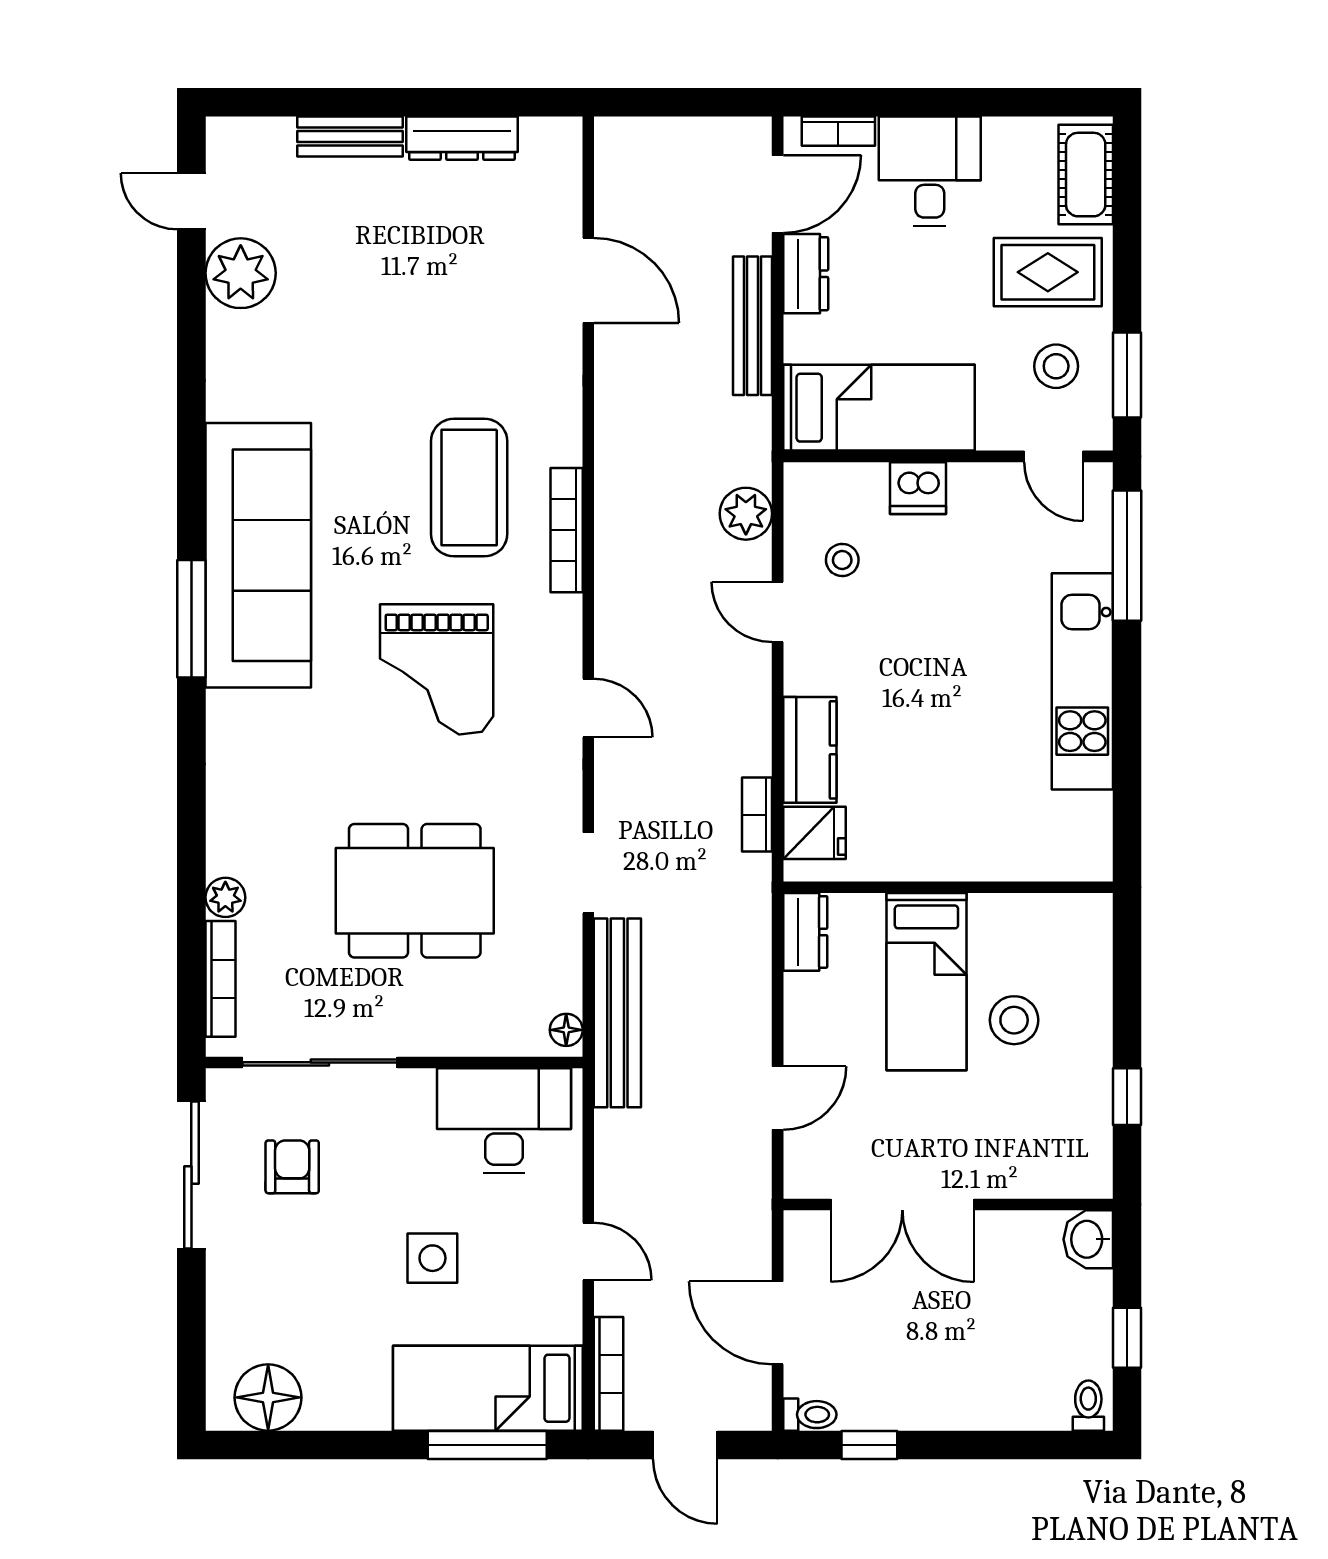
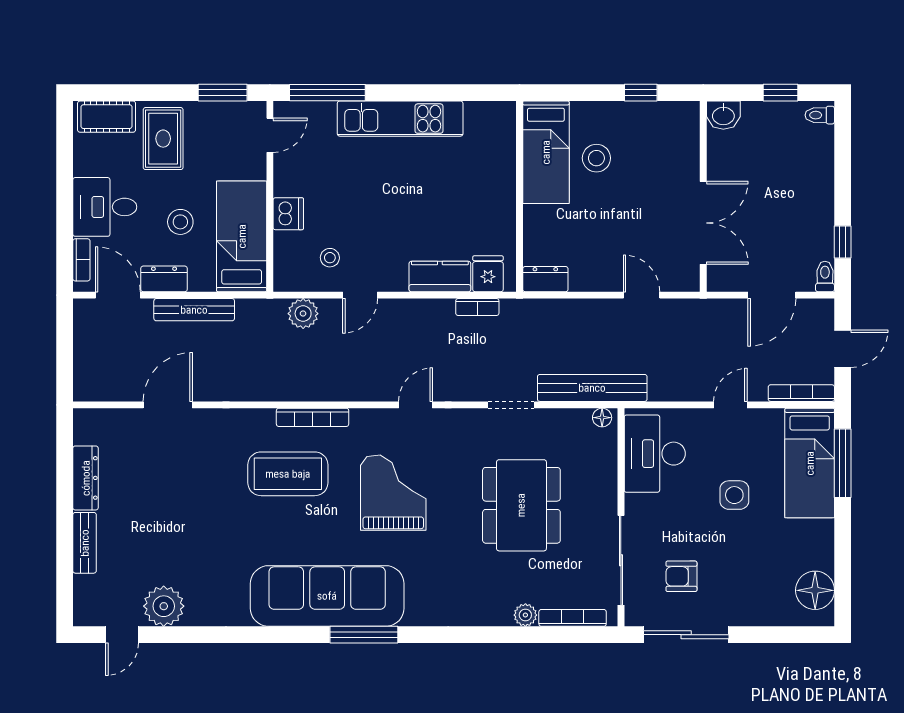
stool: (1056, 366) -> (180, 222), moved
grand piano: (437, 669) -> (393, 493), turned -90
bed: (926, 982) -> (546, 152), moved, turned 90

